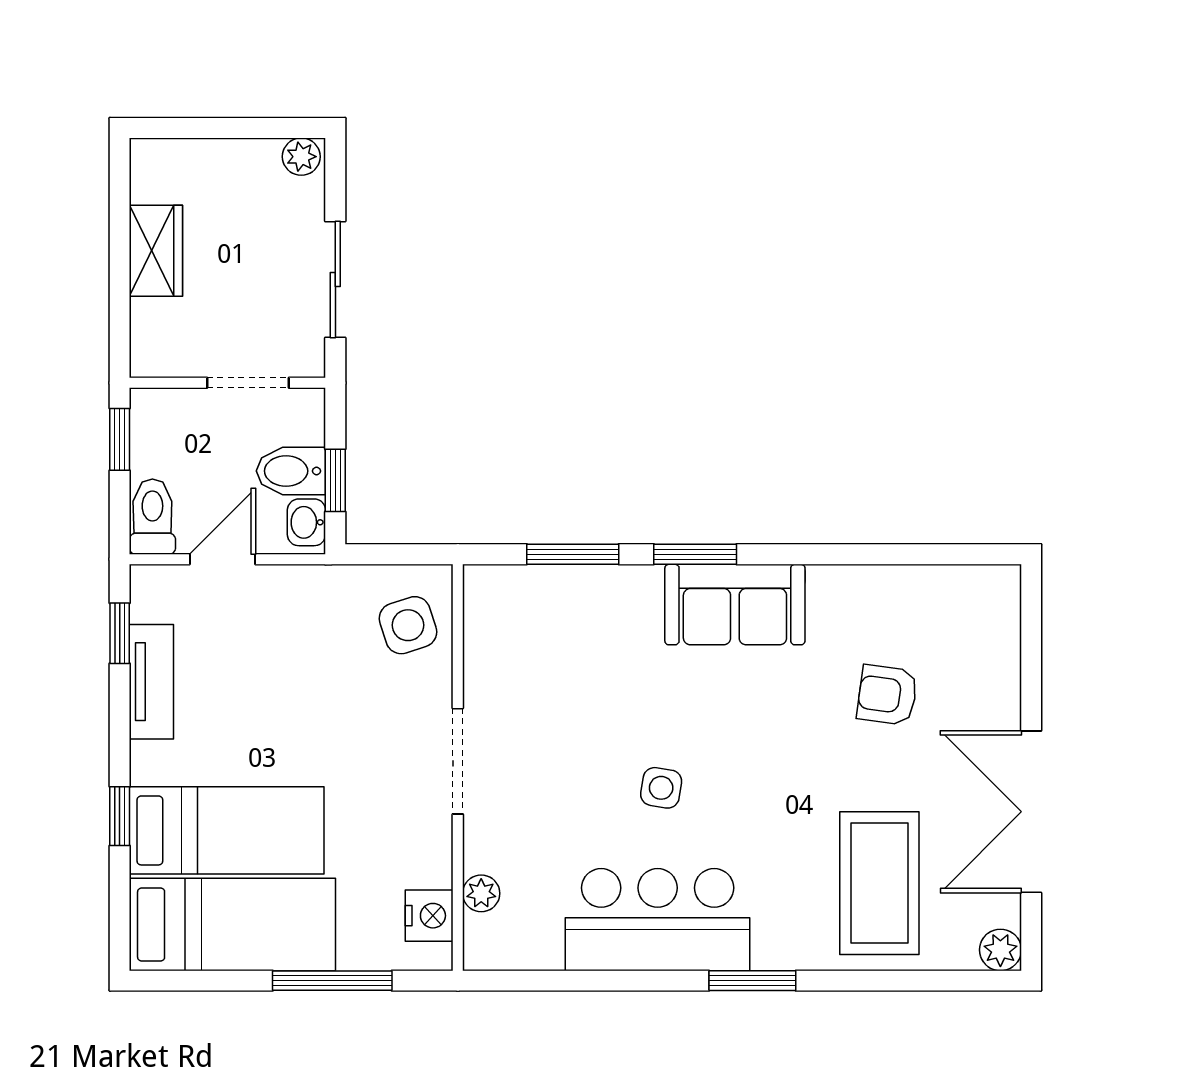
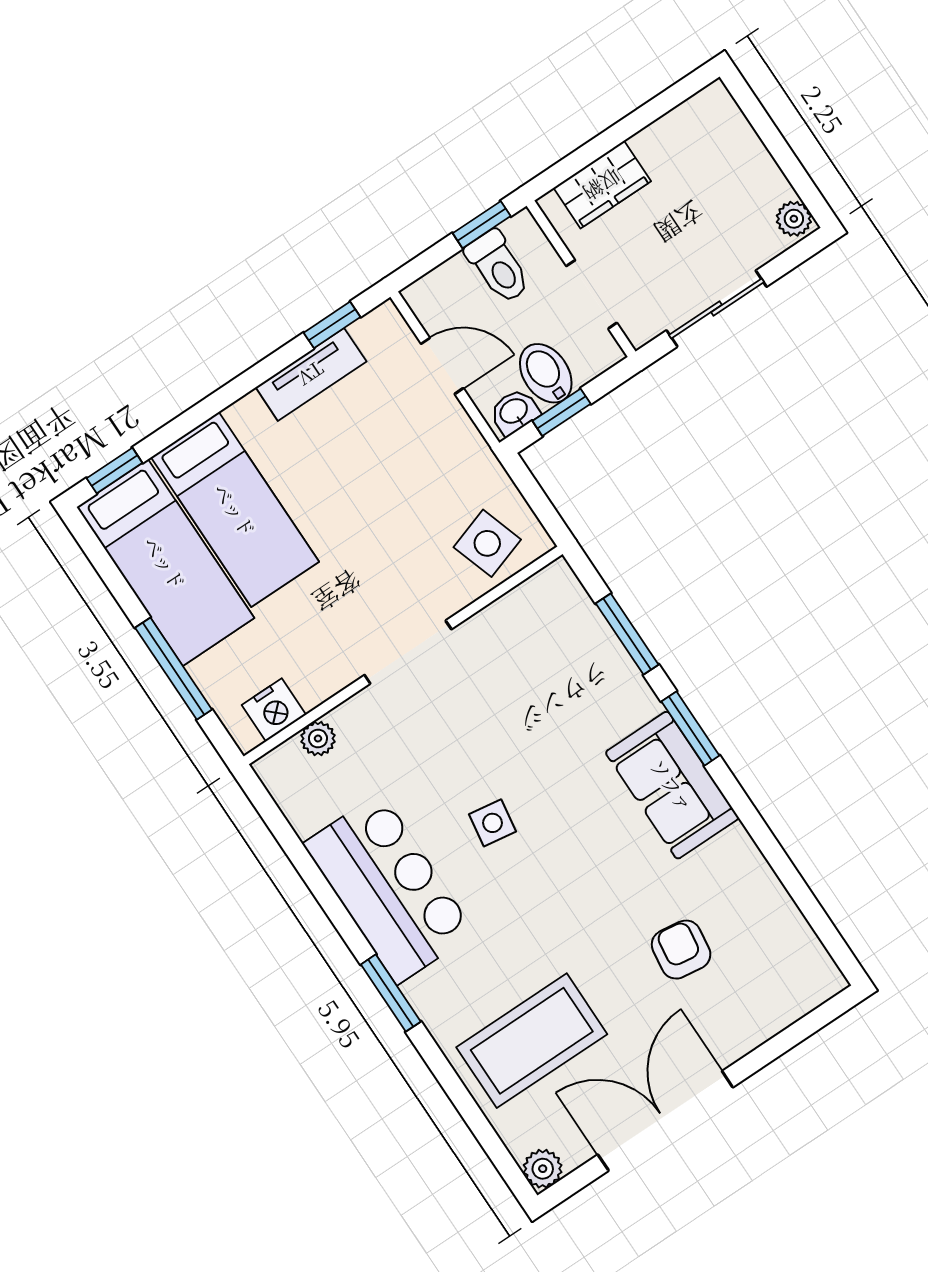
wardrobe: (156, 251) -> (602, 185), moved
toilet: (152, 517) -> (498, 267), moved, turned 90
window: (120, 816) -> (115, 470), moved

